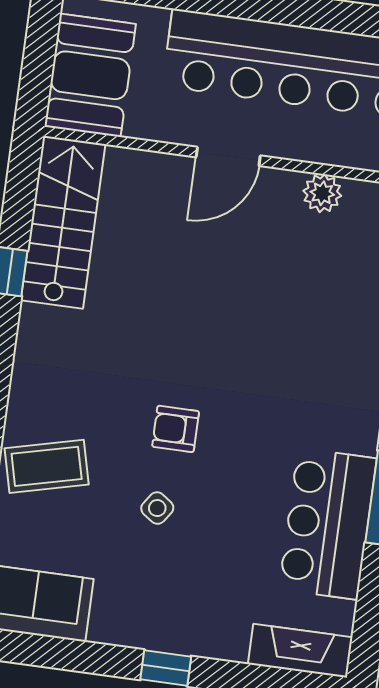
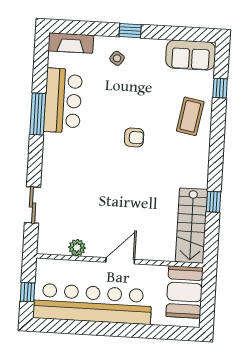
coffee table: (47, 466) -> (190, 116), turned -66
side table: (157, 508) -> (117, 58), moved

